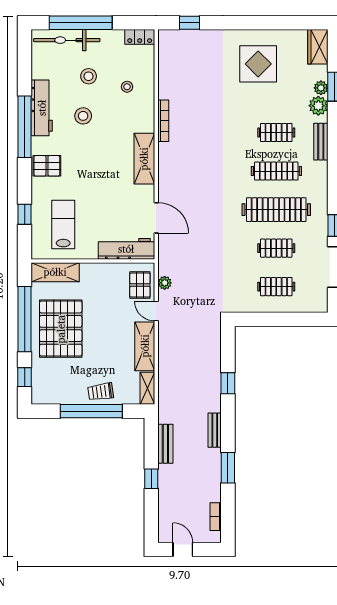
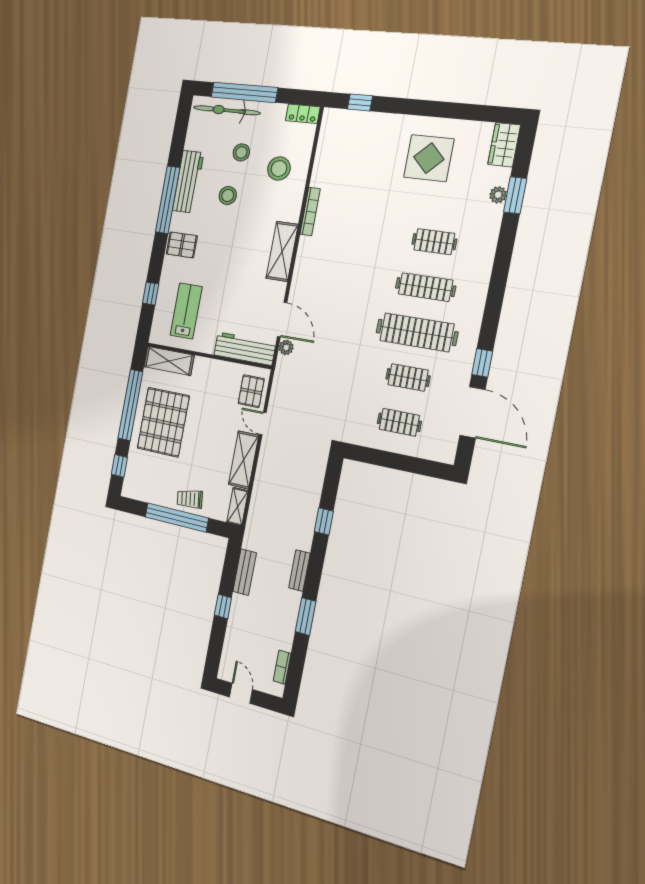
stool: (127, 87) -> (279, 169), width x1.89, depth x1.89
plant: (318, 106) -> (491, 216), removed
bench: (321, 142) -> (485, 260), removed
plant: (165, 283) -> (286, 347), moved

